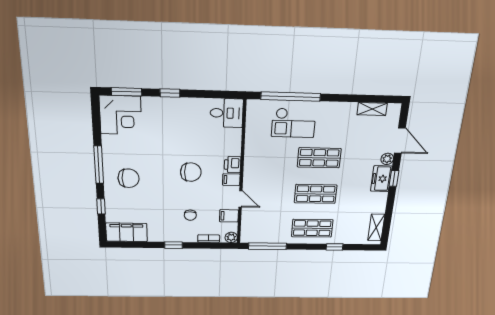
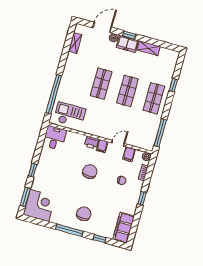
checkout: (294, 123) -> (70, 115), moved, turned -90
shelving: (376, 227) -> (149, 48), moved

